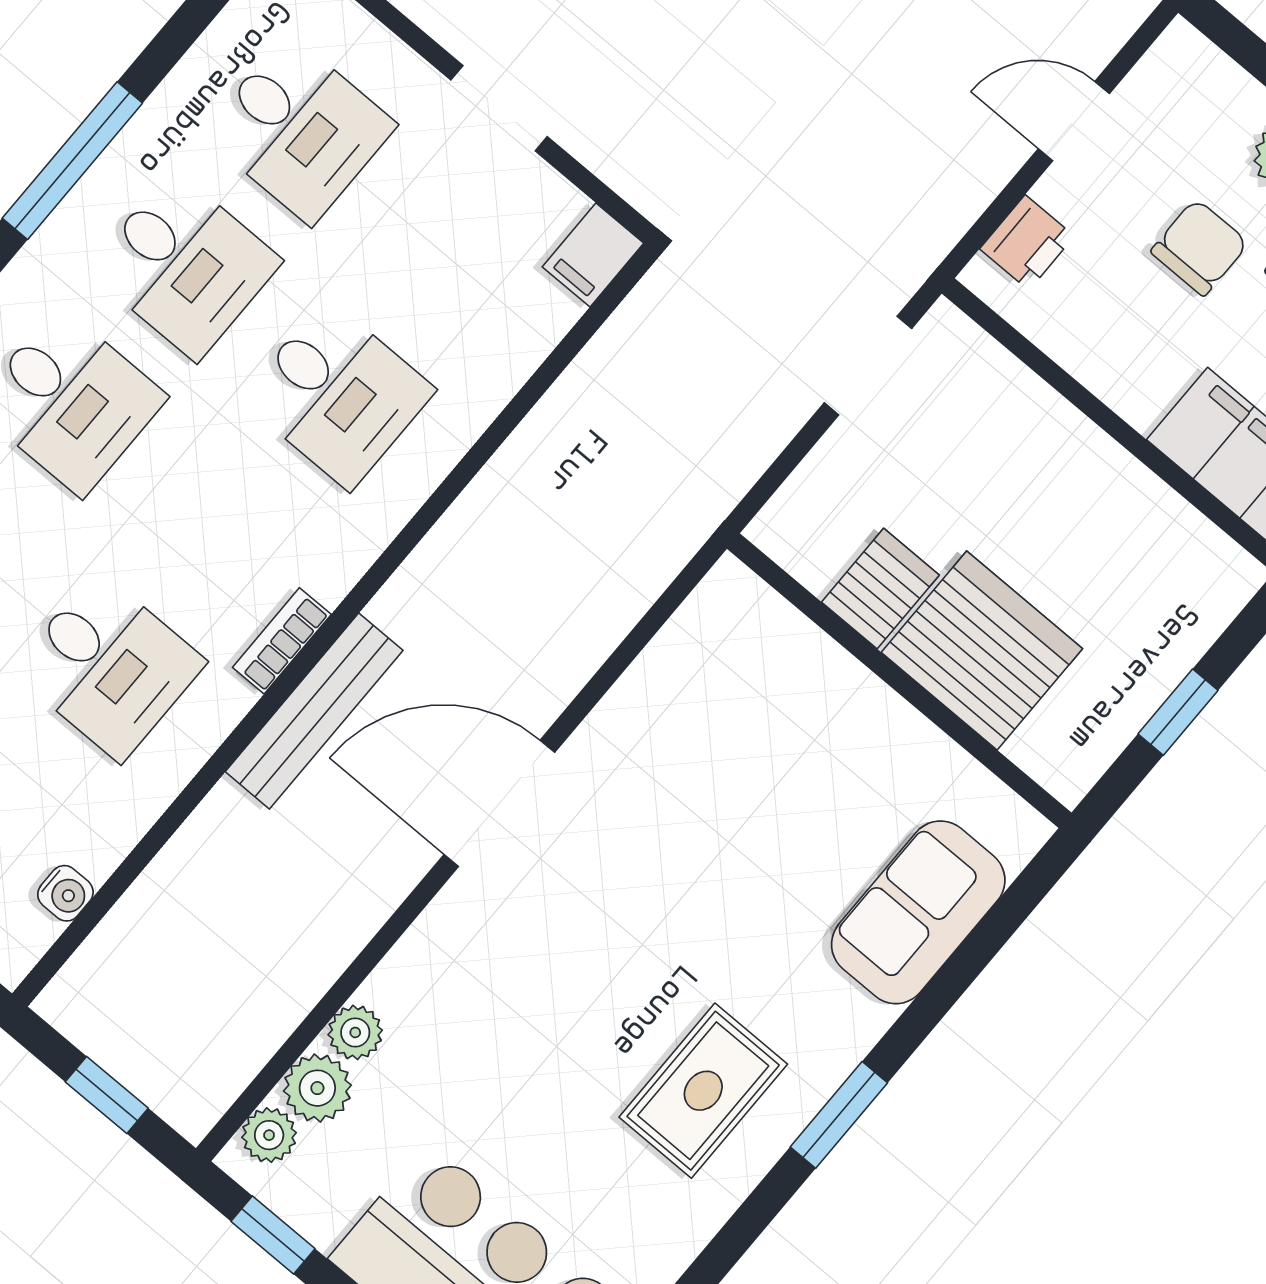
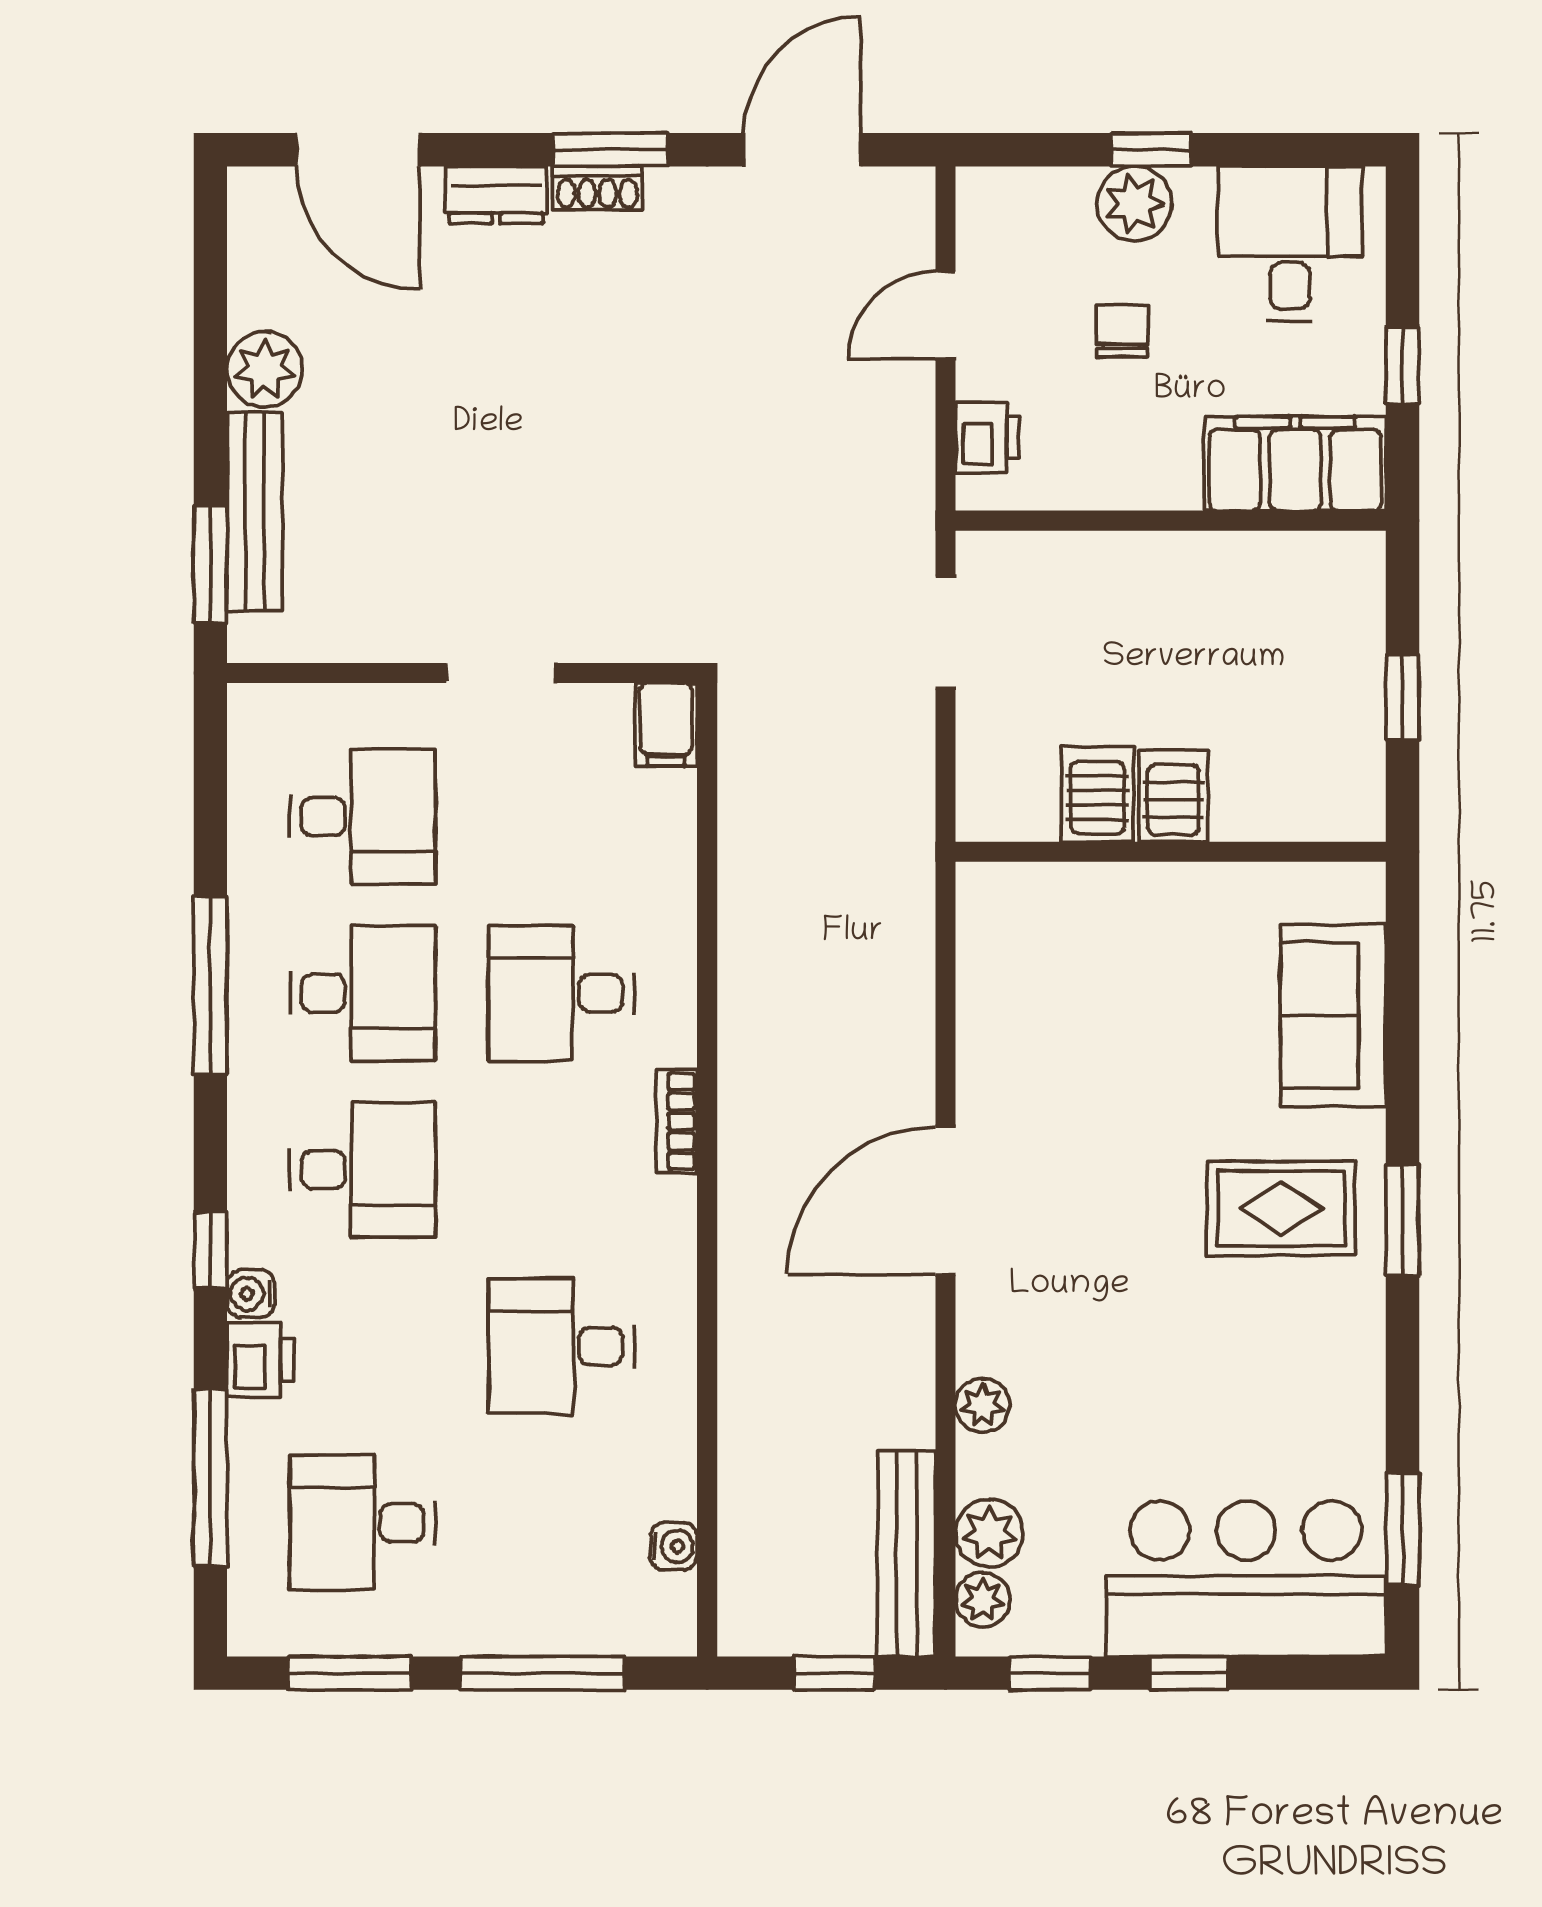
chair: (1200, 247) -> (1122, 331), width x0.73, depth x0.73
desk: (338, 394) -> (561, 993), turned 180
bookcase: (282, 641) -> (676, 1121), moved
server rack: (982, 650) -> (1173, 796), width x0.46, depth x0.70
desk: (109, 666) -> (561, 1346), turned 180
bench: (314, 711) -> (907, 1554), moved
plant: (355, 1032) -> (983, 1405), moved
rug: (703, 1091) -> (1281, 1208), moved, turned 90

